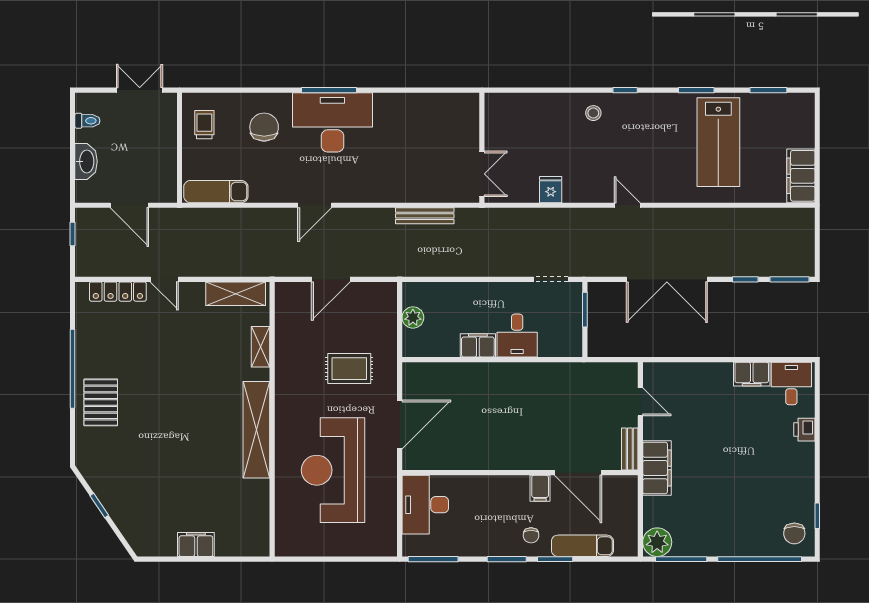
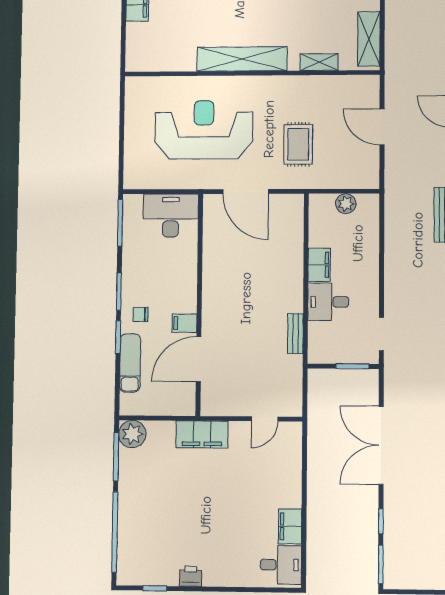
printer: (804, 430) -> (191, 576), moved
bench: (630, 449) -> (295, 334), moved, turned 90
chair: (794, 533) -> (138, 566), removed

